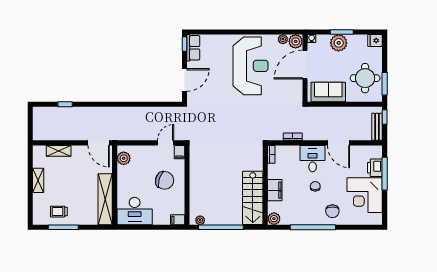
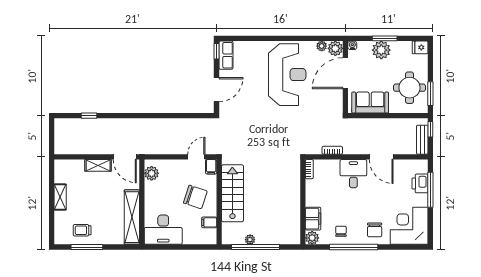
shelving: (59, 151) -> (98, 165), moved
chair: (315, 186) -> (341, 231), moved
filing cabinet: (275, 190) -> (313, 219), moved
corner desk: (365, 195) -> (409, 226), moved, turned 90
stairs: (253, 198) -> (232, 193), moved, turned 180
filing cabinet: (178, 220) -> (209, 222), moved
plant: (200, 220) -> (250, 240), moved

